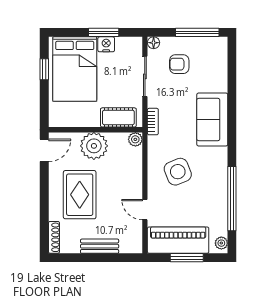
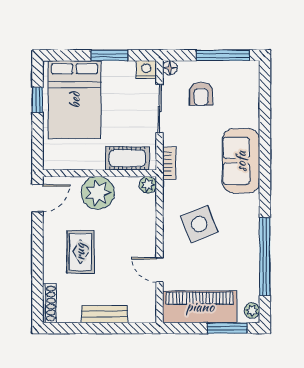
nightstand: (106, 44) -> (146, 70), moved
armchair: (179, 64) -> (201, 94), turned -90
rug: (80, 195) -> (80, 252), width x0.73, depth x0.70
window: (187, 258) -> (227, 328), moved

